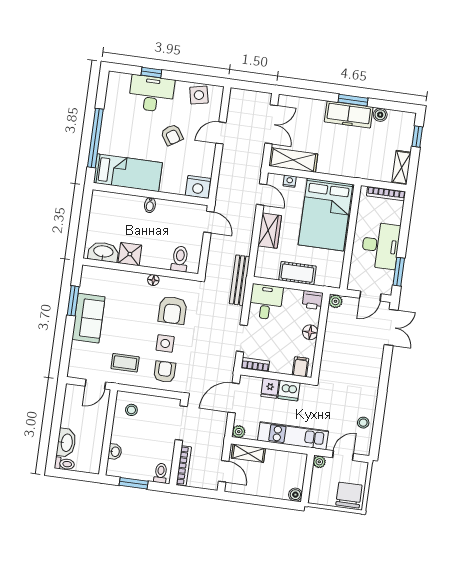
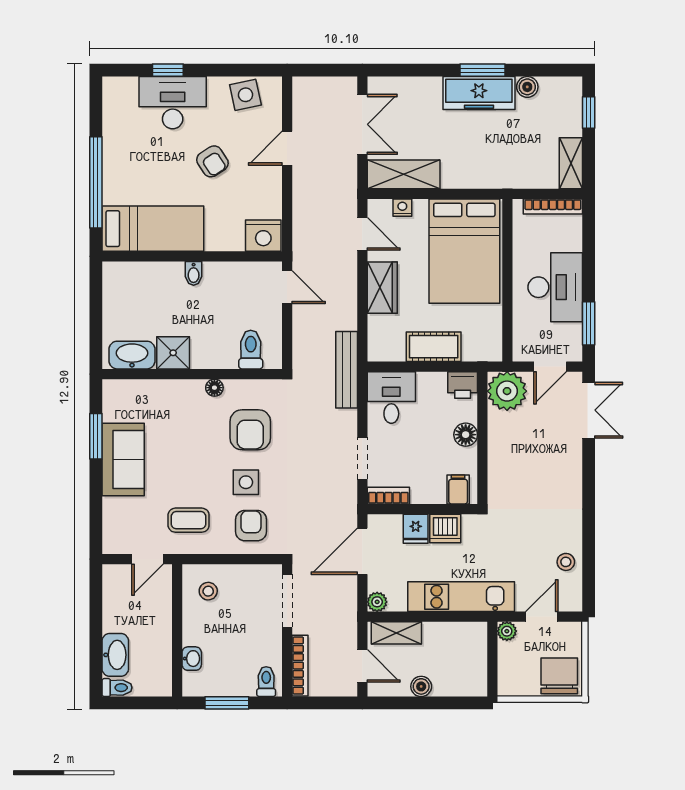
plant: (335, 301) -> (507, 391), width x1.87, depth x1.87
boiler: (295, 495) -> (421, 686), moved

